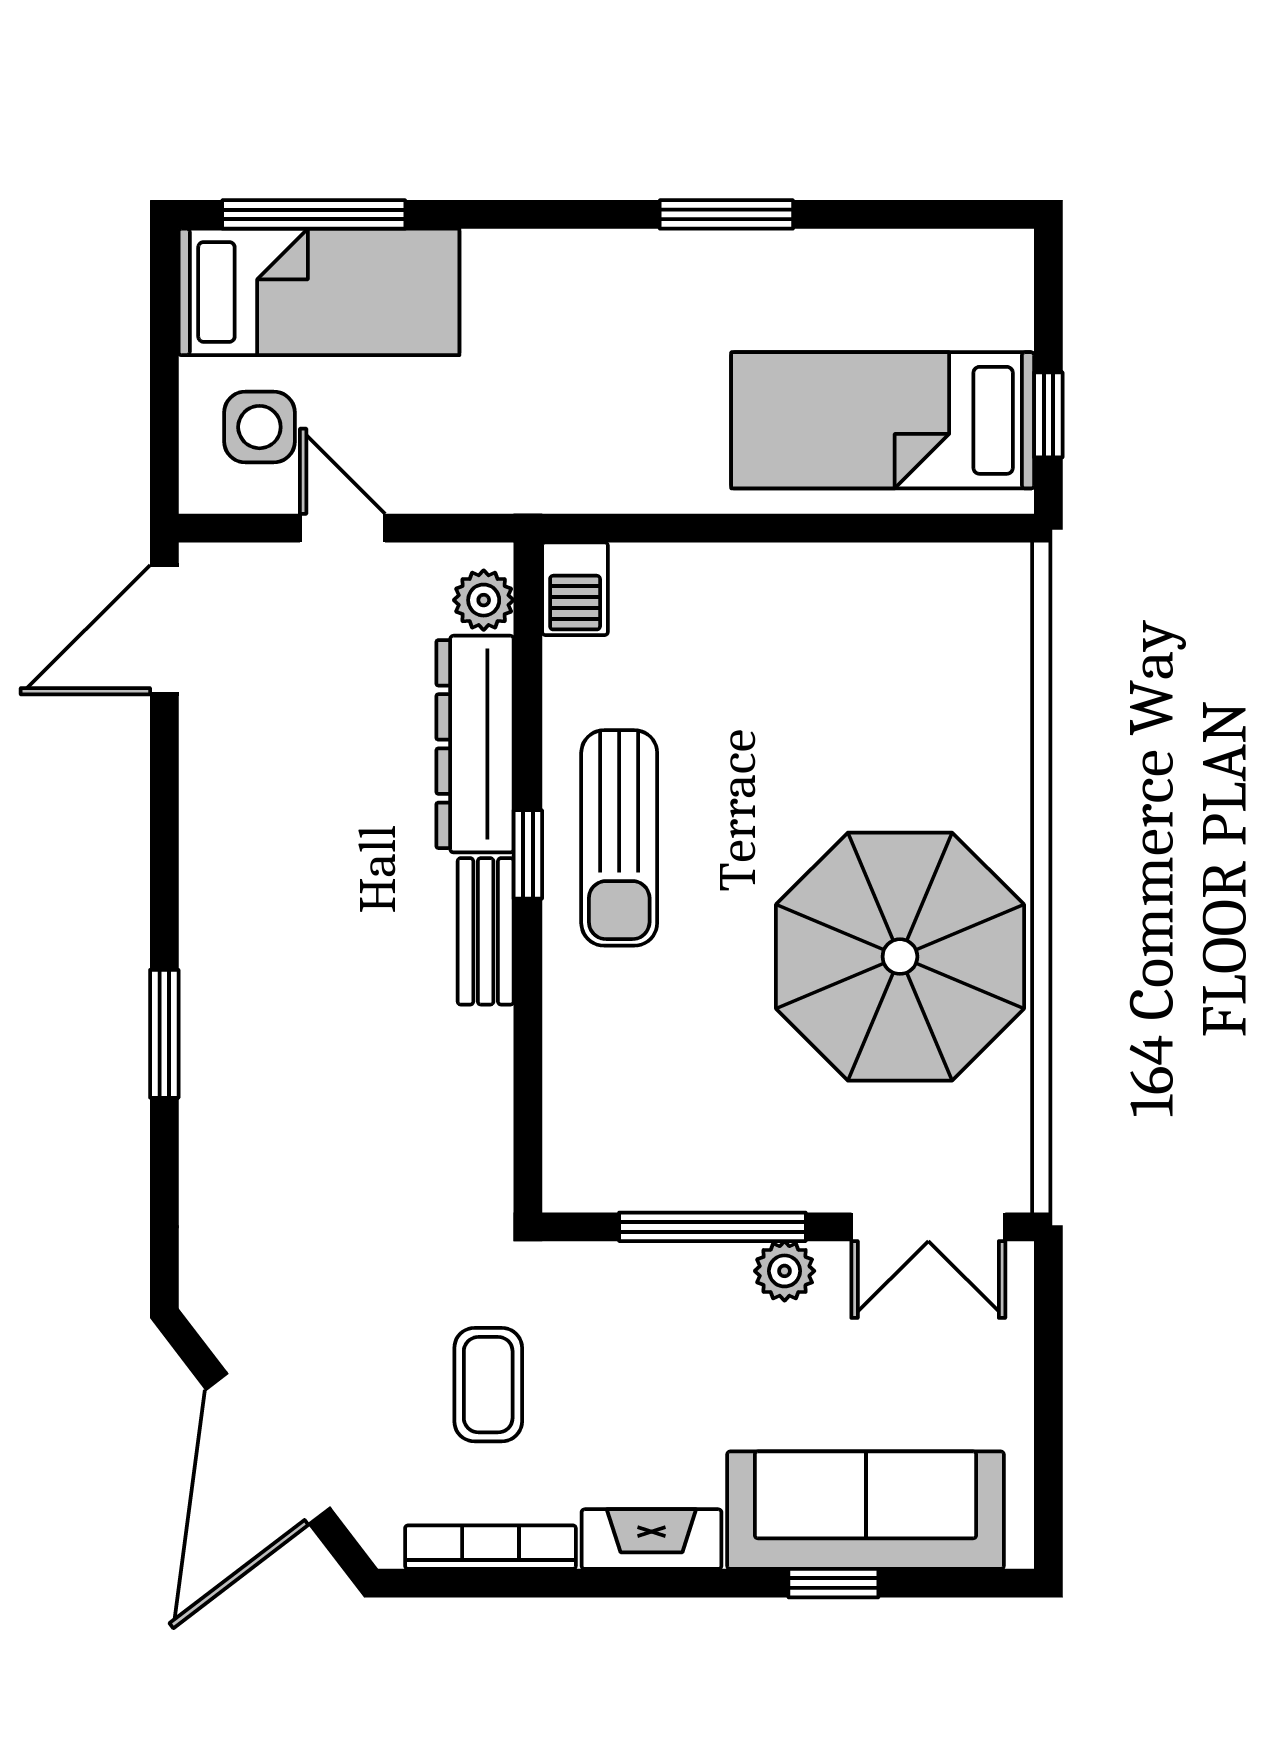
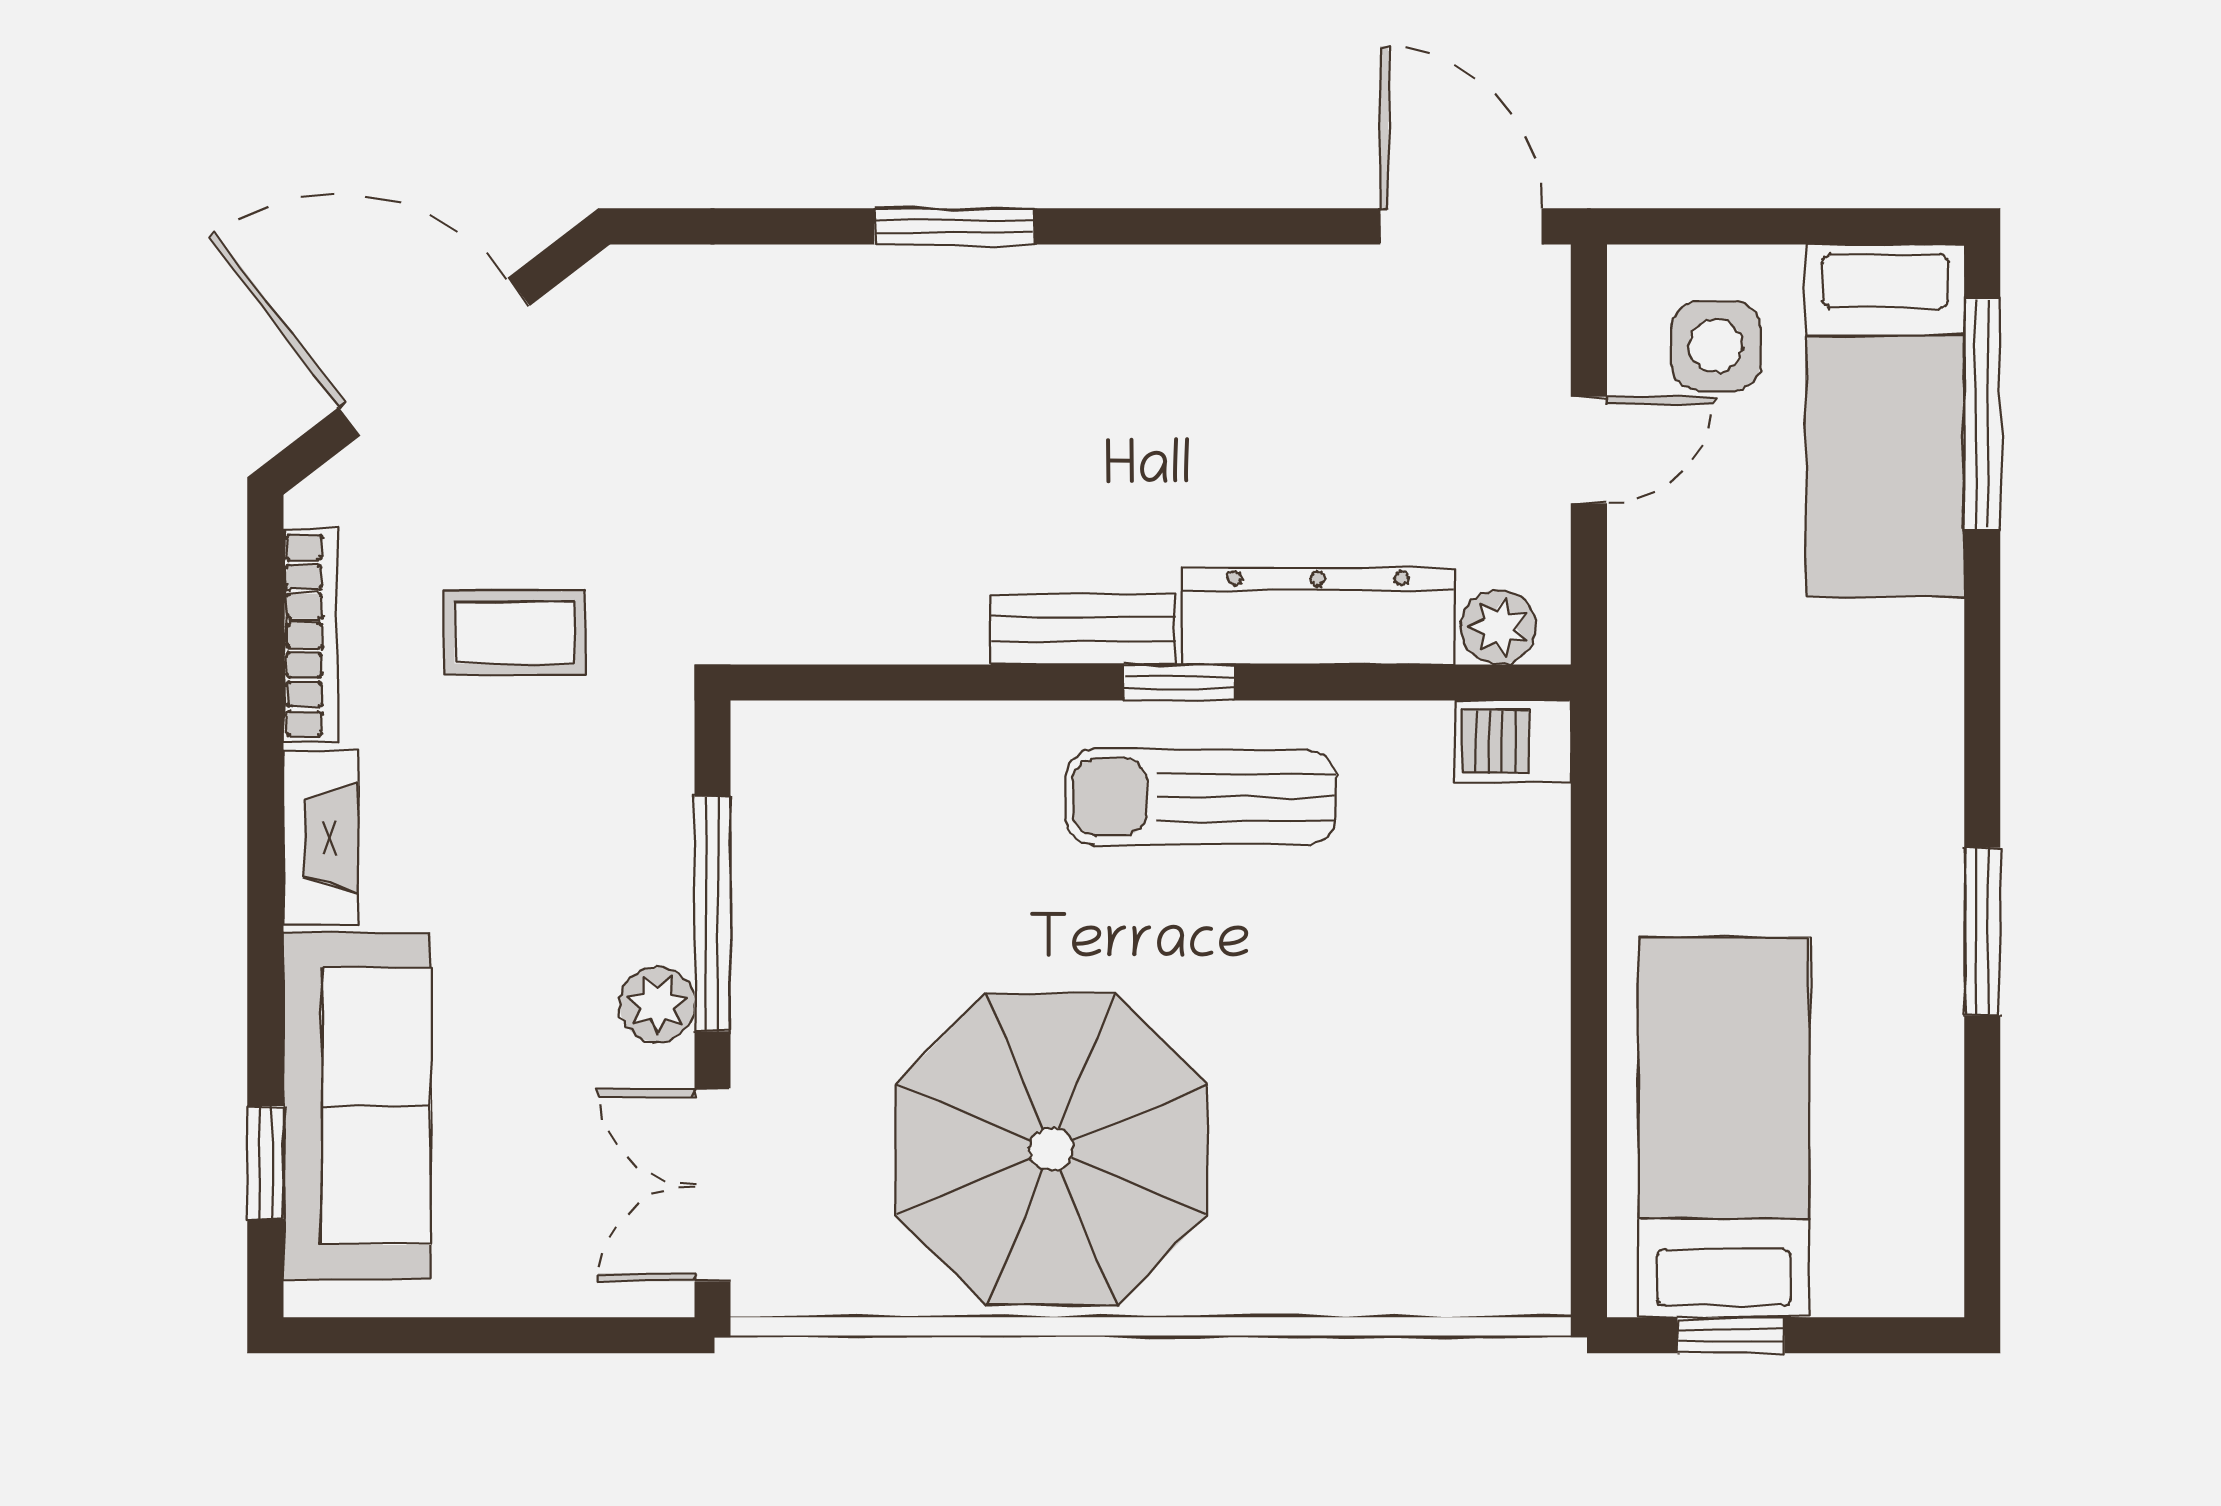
window: (833, 1583) -> (265, 1163), moved

